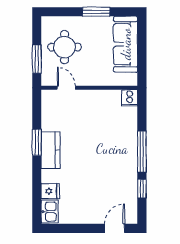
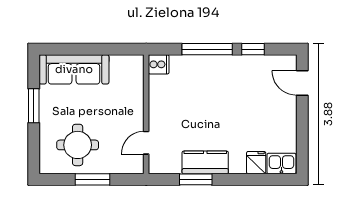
door: (66, 88) -> (146, 143), moved
wall: (89, 88) -> (146, 114), moved
cooker: (130, 98) -> (159, 64), moved

